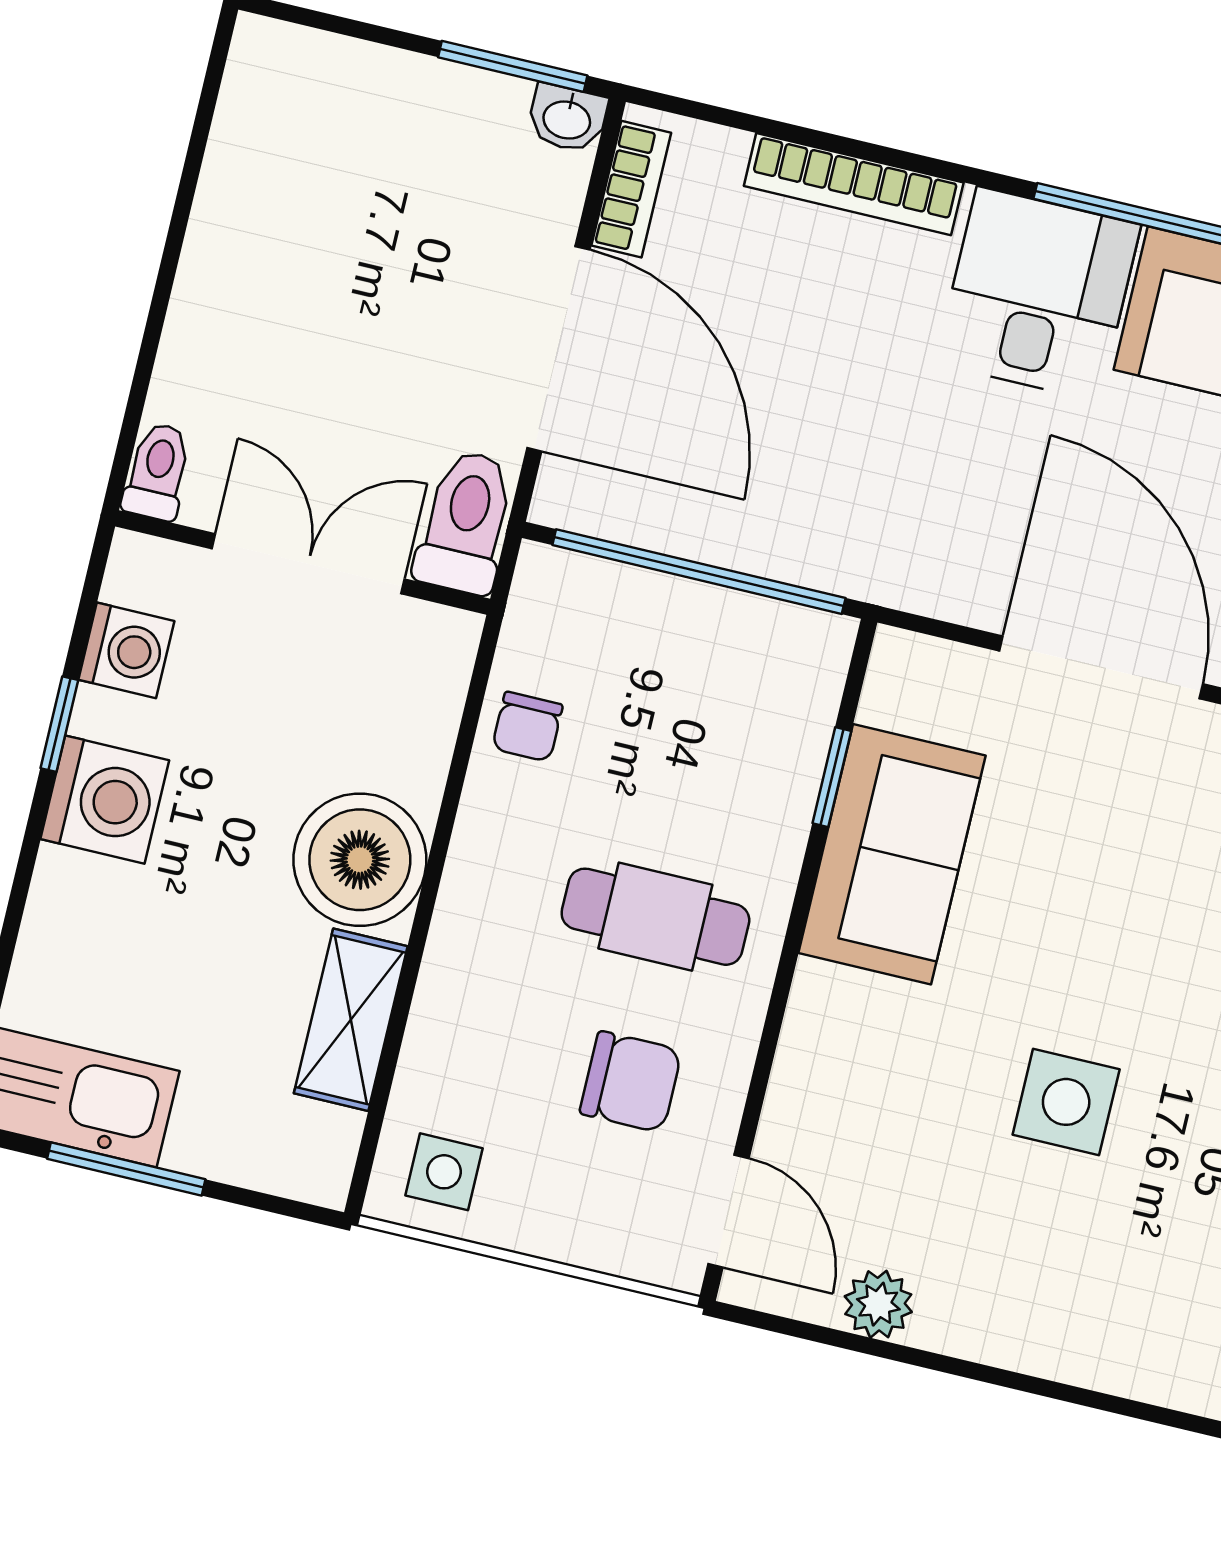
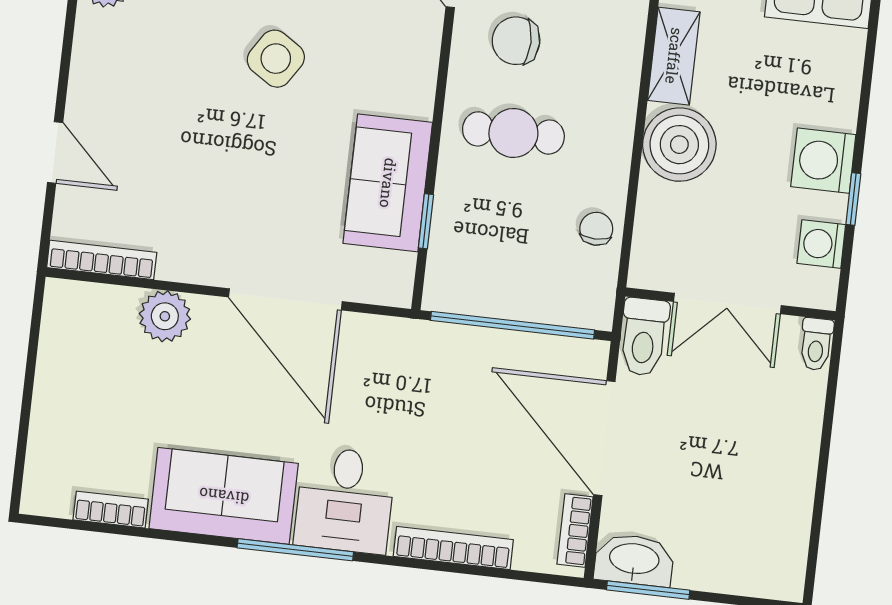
washbasin: (567, 118) -> (634, 560), width x1.91, depth x1.45
side table: (1066, 1102) -> (276, 59), turned 33

